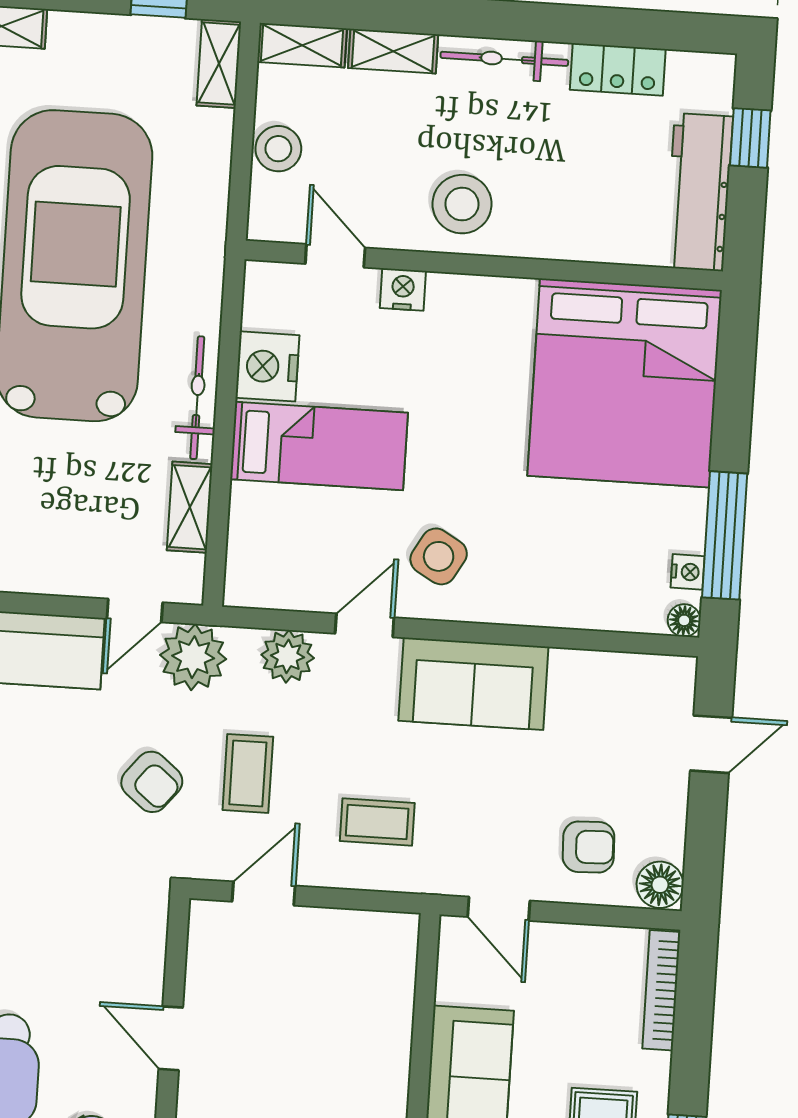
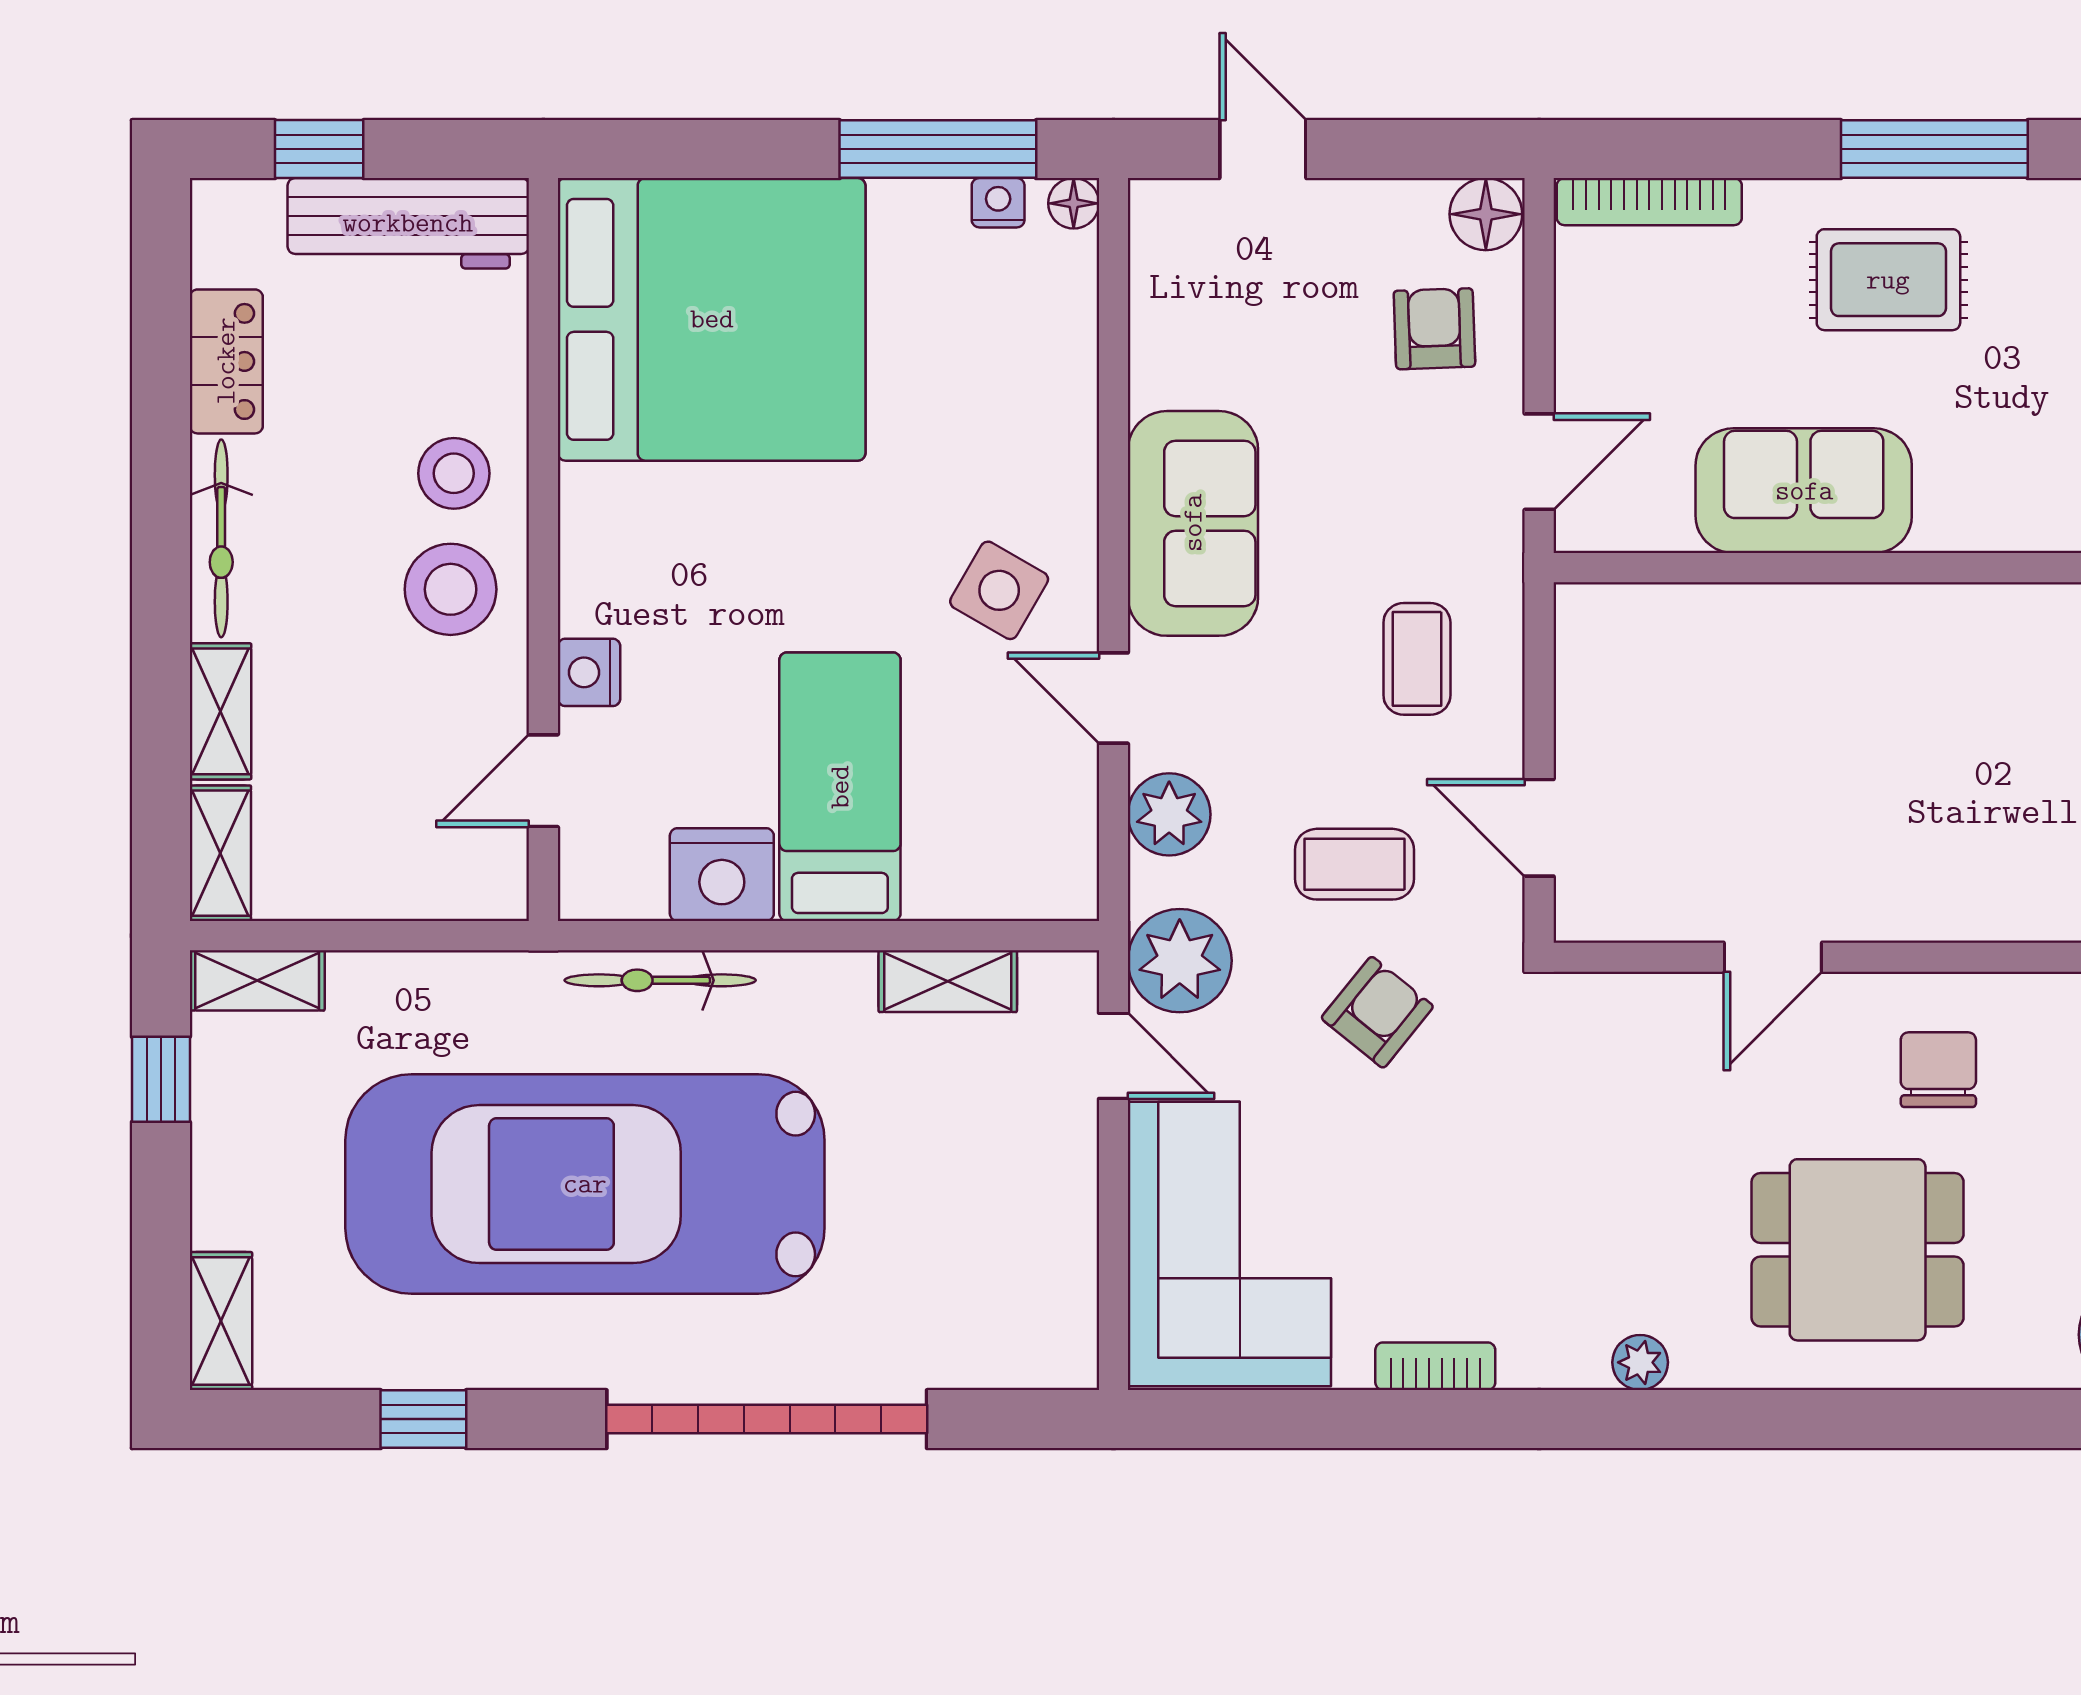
stool: (278, 149) -> (454, 473), moved
bicycle: (197, 398) -> (660, 980), moved

